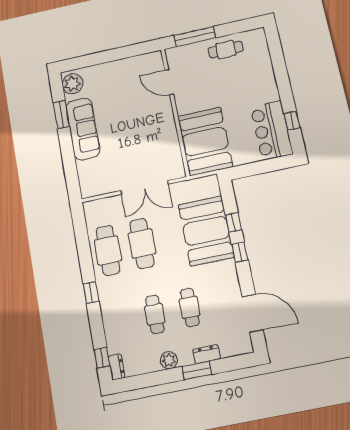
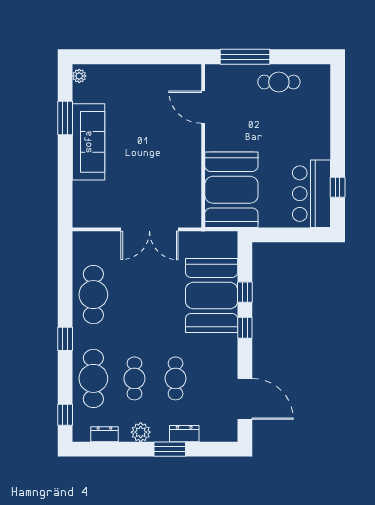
plant: (72, 84) -> (79, 76), width x0.53, depth x0.53
cafe table: (142, 243) -> (93, 378), moved
dresser: (117, 367) -> (104, 434), moved, turned -90

